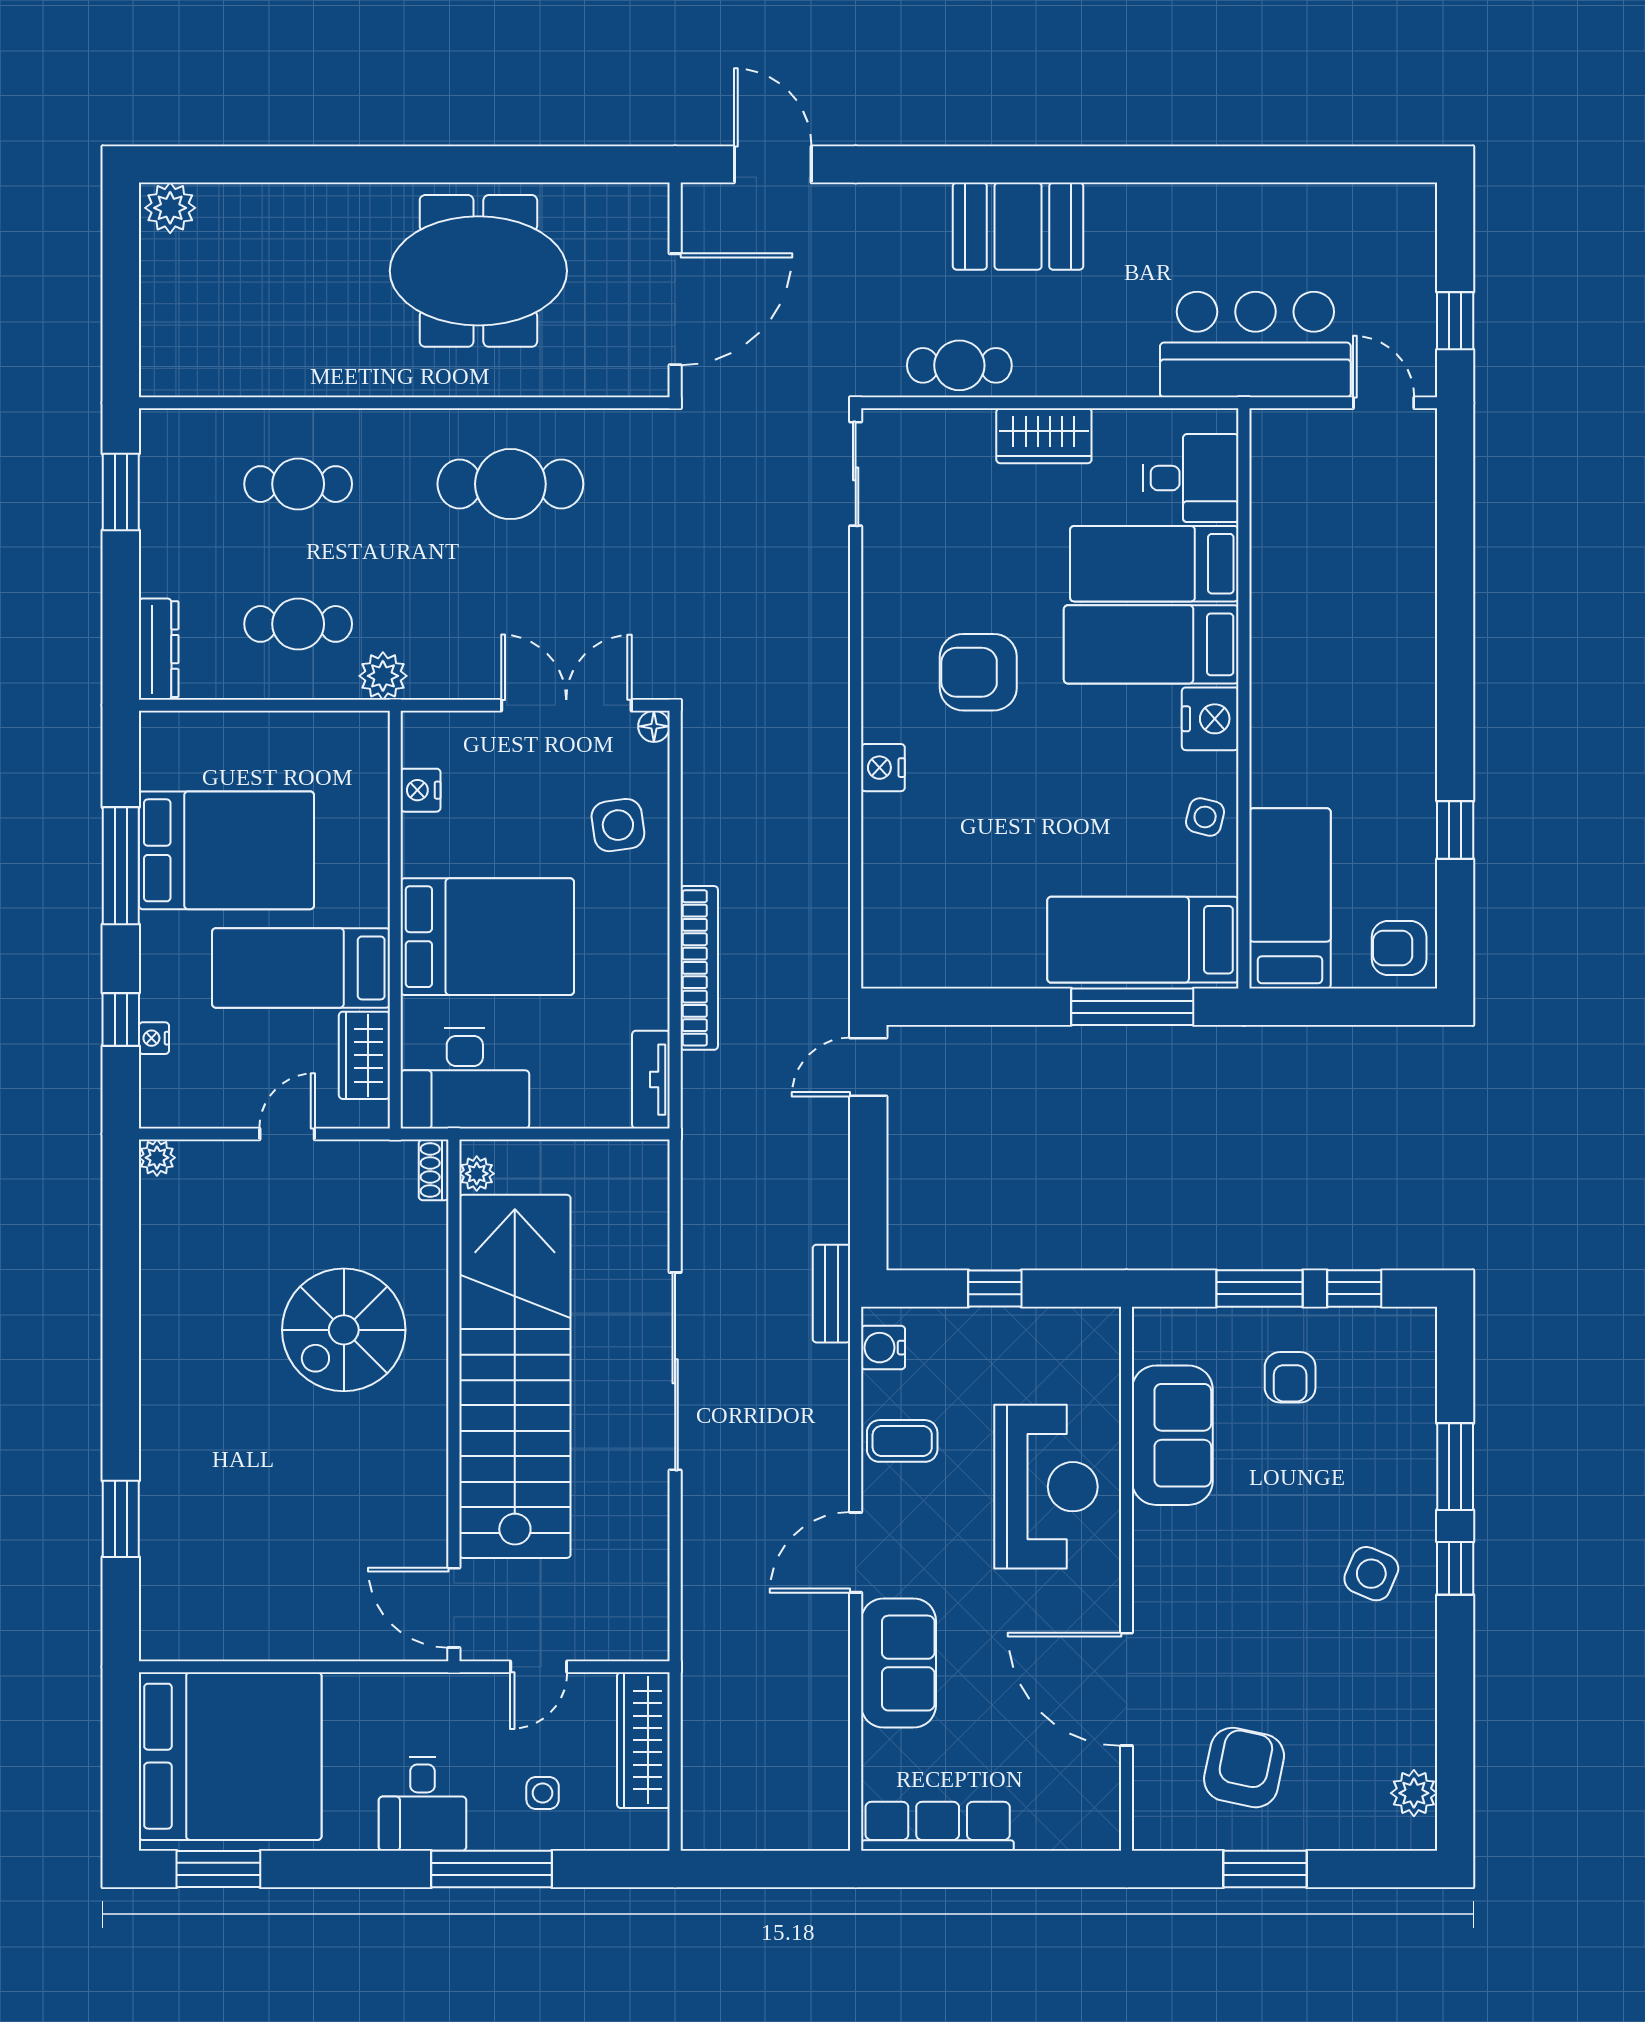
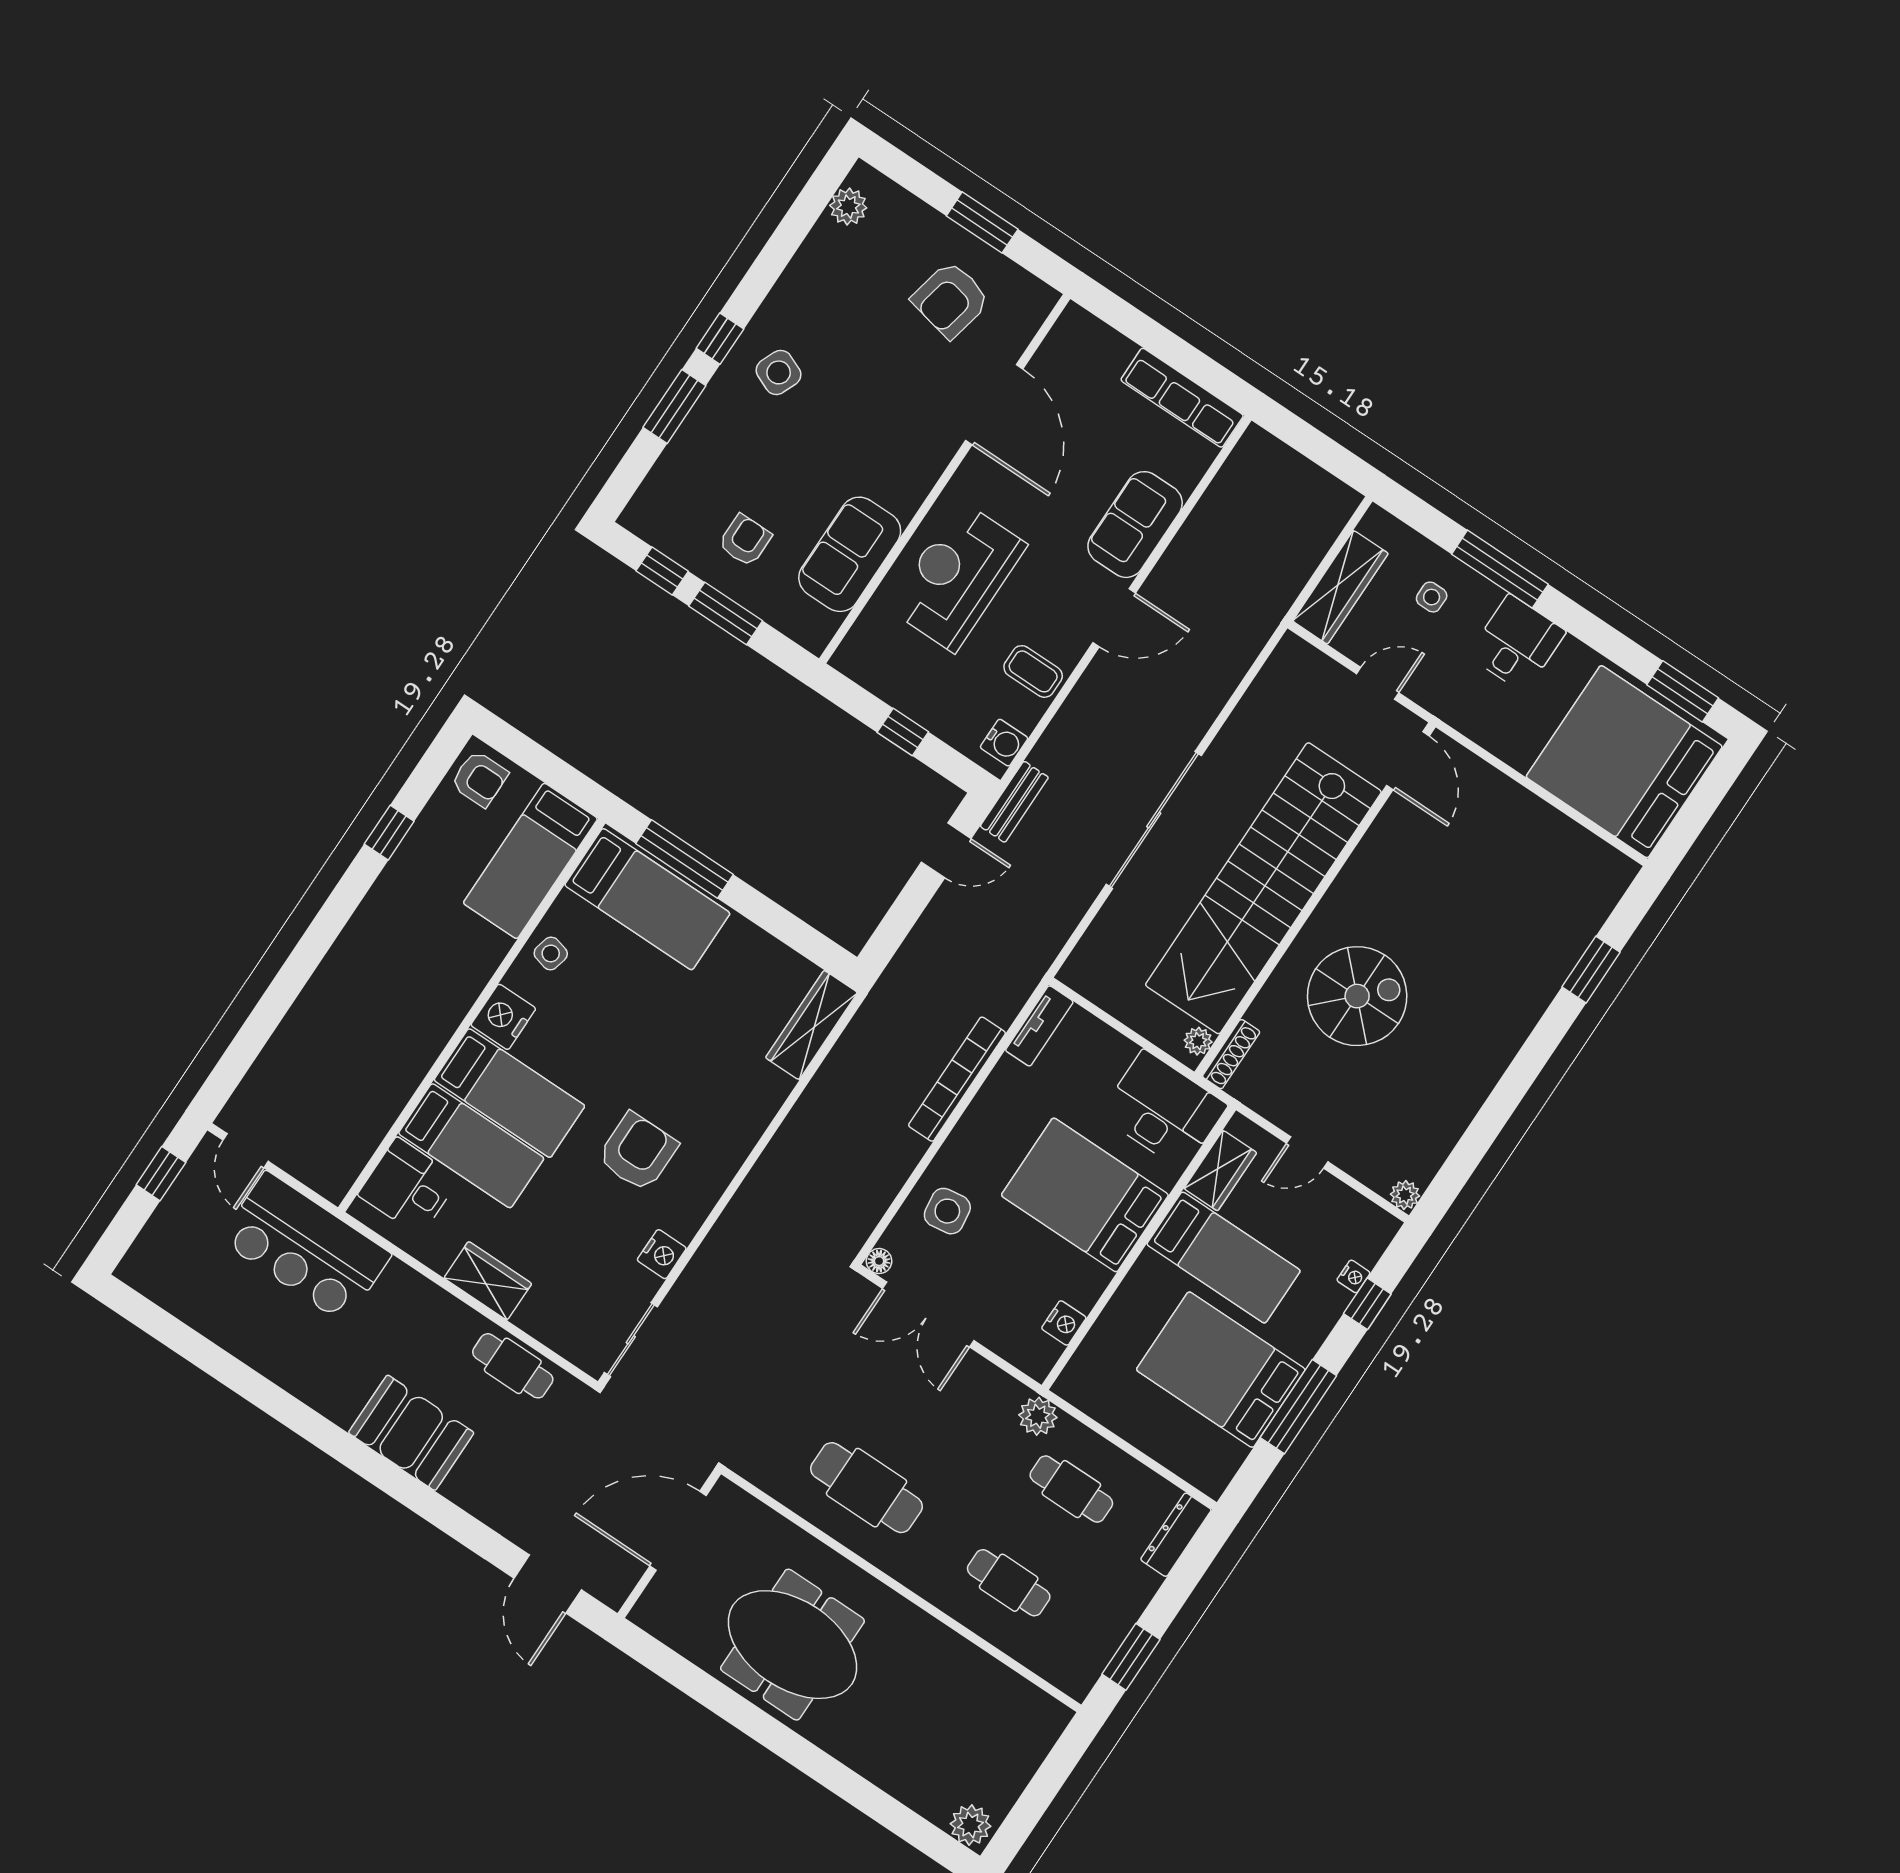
armchair: (978, 672) -> (638, 1152), turned -90
nightstand: (883, 768) -> (662, 1254), moved
wardrobe: (886, 923) -> (812, 1025), added
door: (868, 1067) -> (946, 850), moved
shoe rack: (434, 1170) -> (1231, 1054), width x1.43

